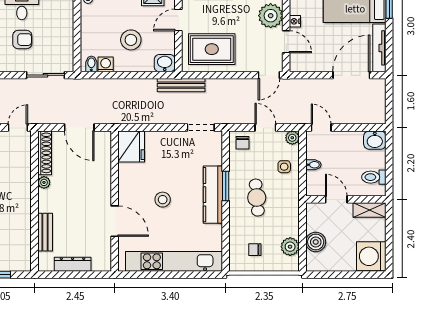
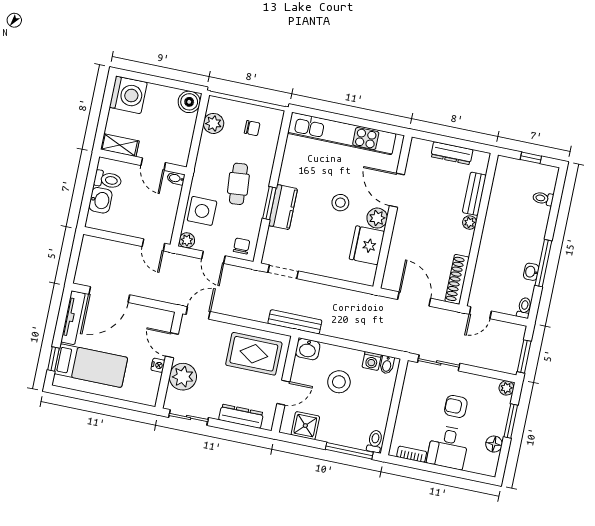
washbasin: (375, 140) -> (100, 200), moved, turned 90
fridge: (131, 146) -> (367, 245), moved
bidet: (313, 165) -> (176, 178), moved
side table: (284, 167) -> (202, 211), width x1.87, depth x1.87
plant: (44, 182) -> (470, 223), moved
plant: (127, 193) -> (377, 218), added
kitchen counter: (213, 195) -> (283, 207), width x0.67
boiler: (316, 242) -> (189, 102), moved

